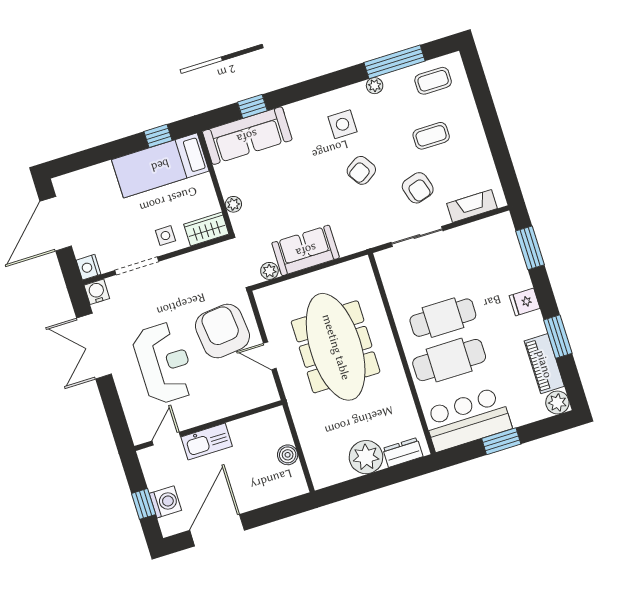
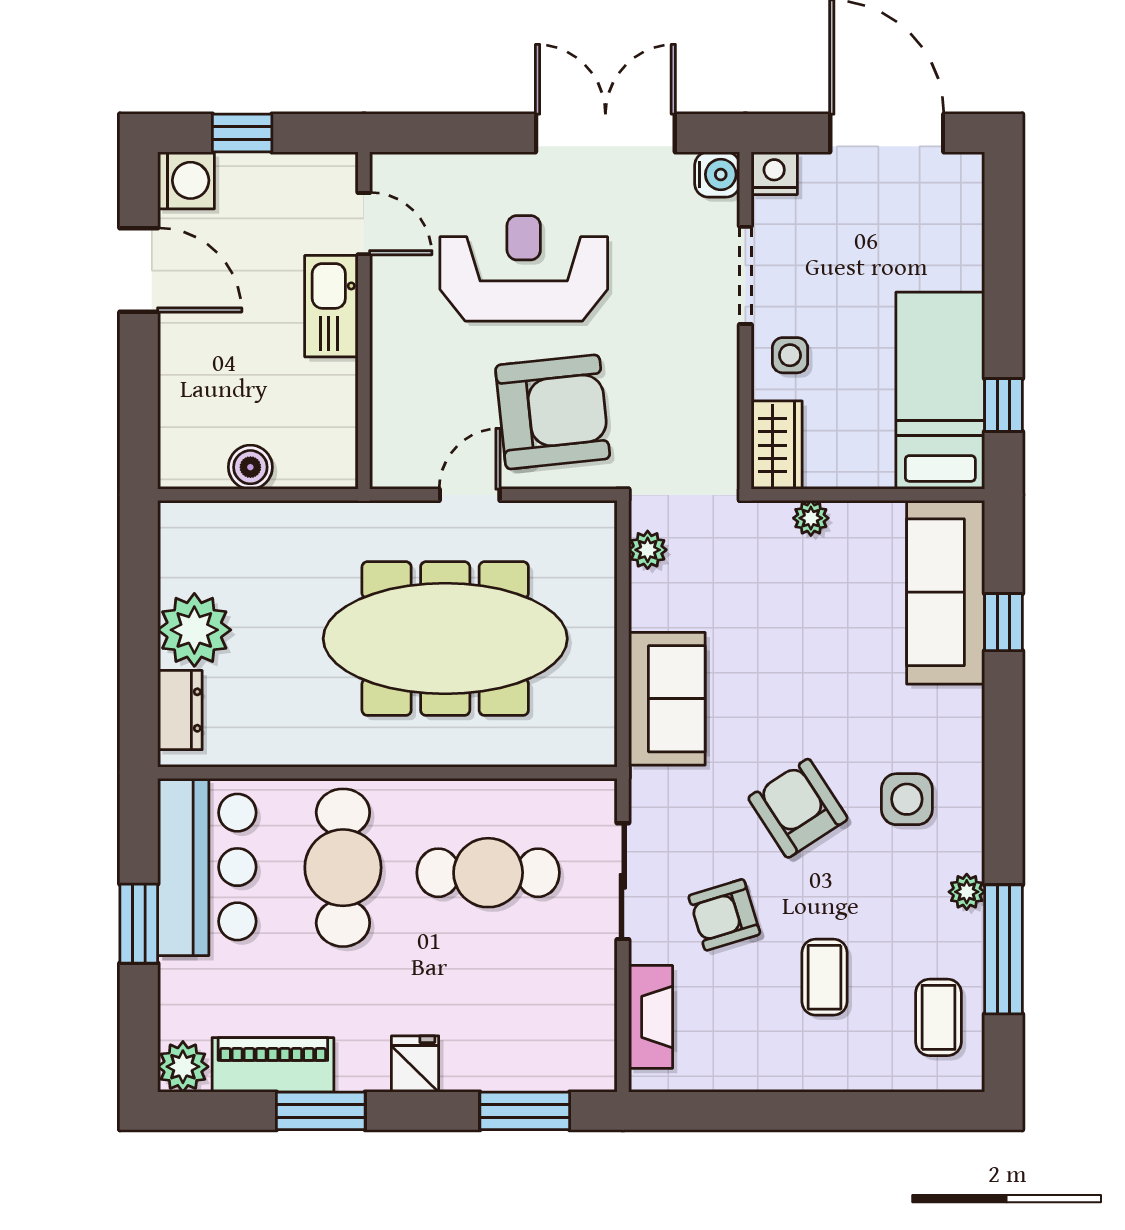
armchair: (361, 170) -> (798, 808), width x1.38, depth x1.38
sofa: (306, 250) -> (667, 699), moved
cafe table: (443, 318) -> (488, 873), moved, turned 90
reception desk: (164, 363) -> (524, 268), turned 180
washing machine: (165, 502) -> (186, 180), moved, turned -90
door: (217, 530) -> (139, 270), width x0.73

